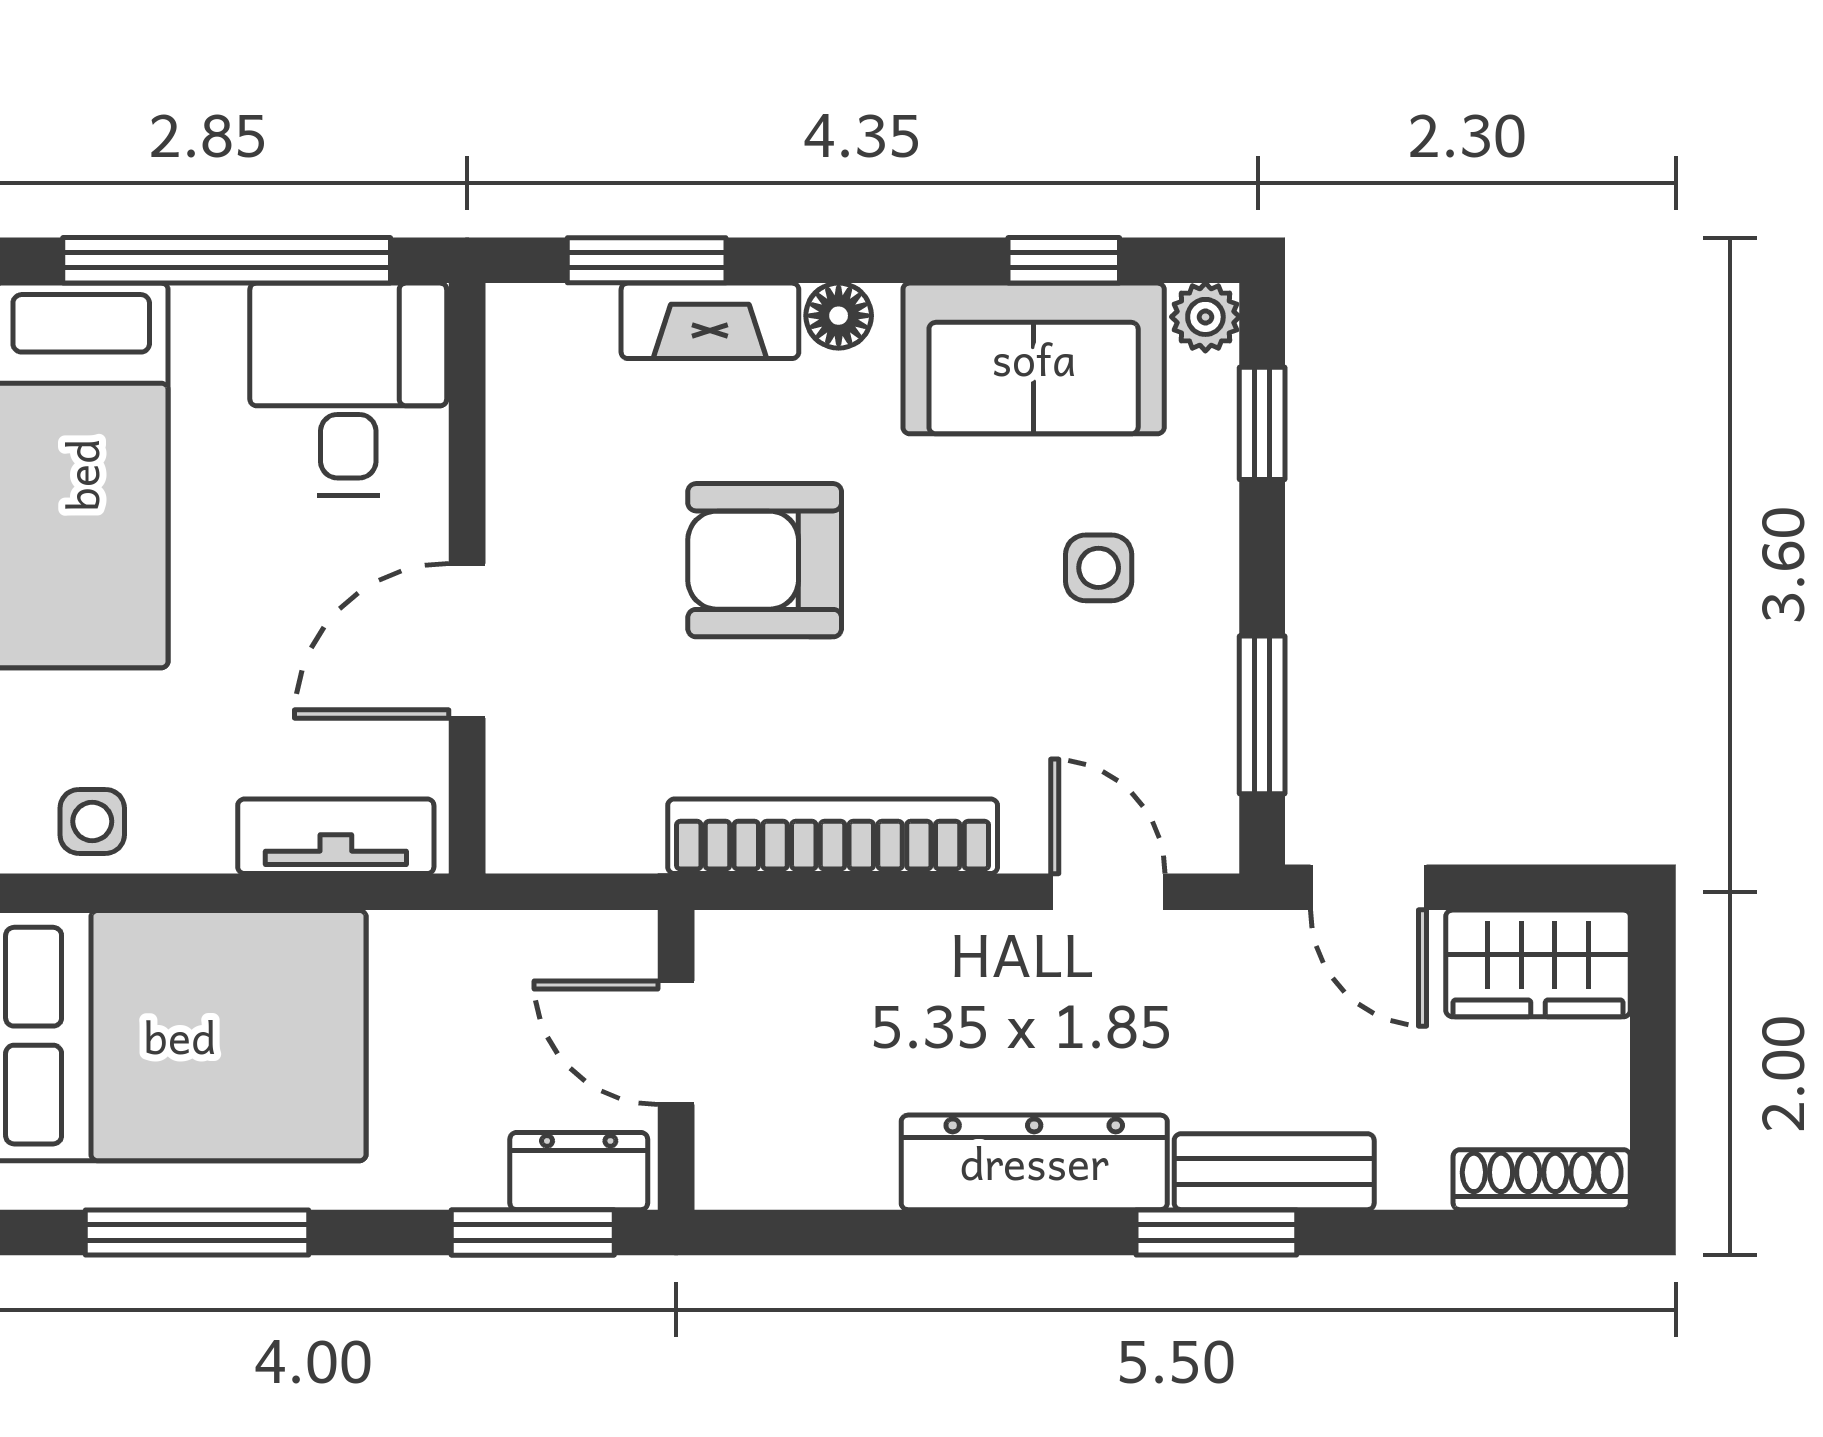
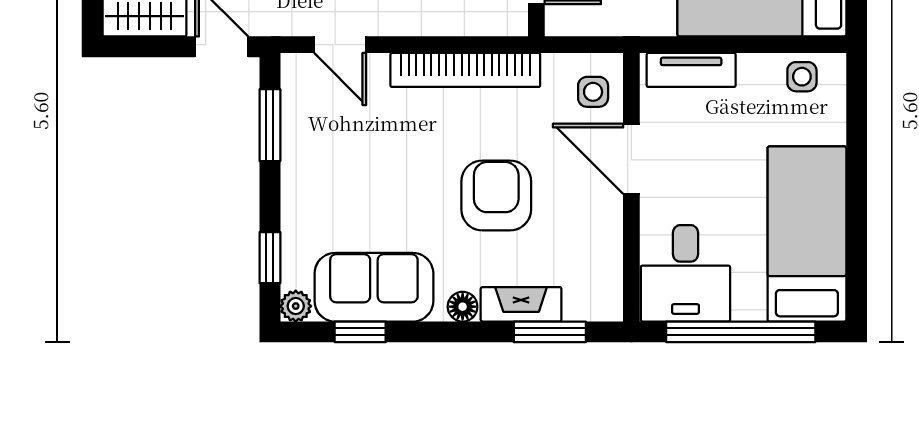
armchair: (765, 560) -> (496, 195), turned -90
side table: (1099, 568) -> (593, 92), moved
door: (467, 641) -> (631, 159), swing flipped

